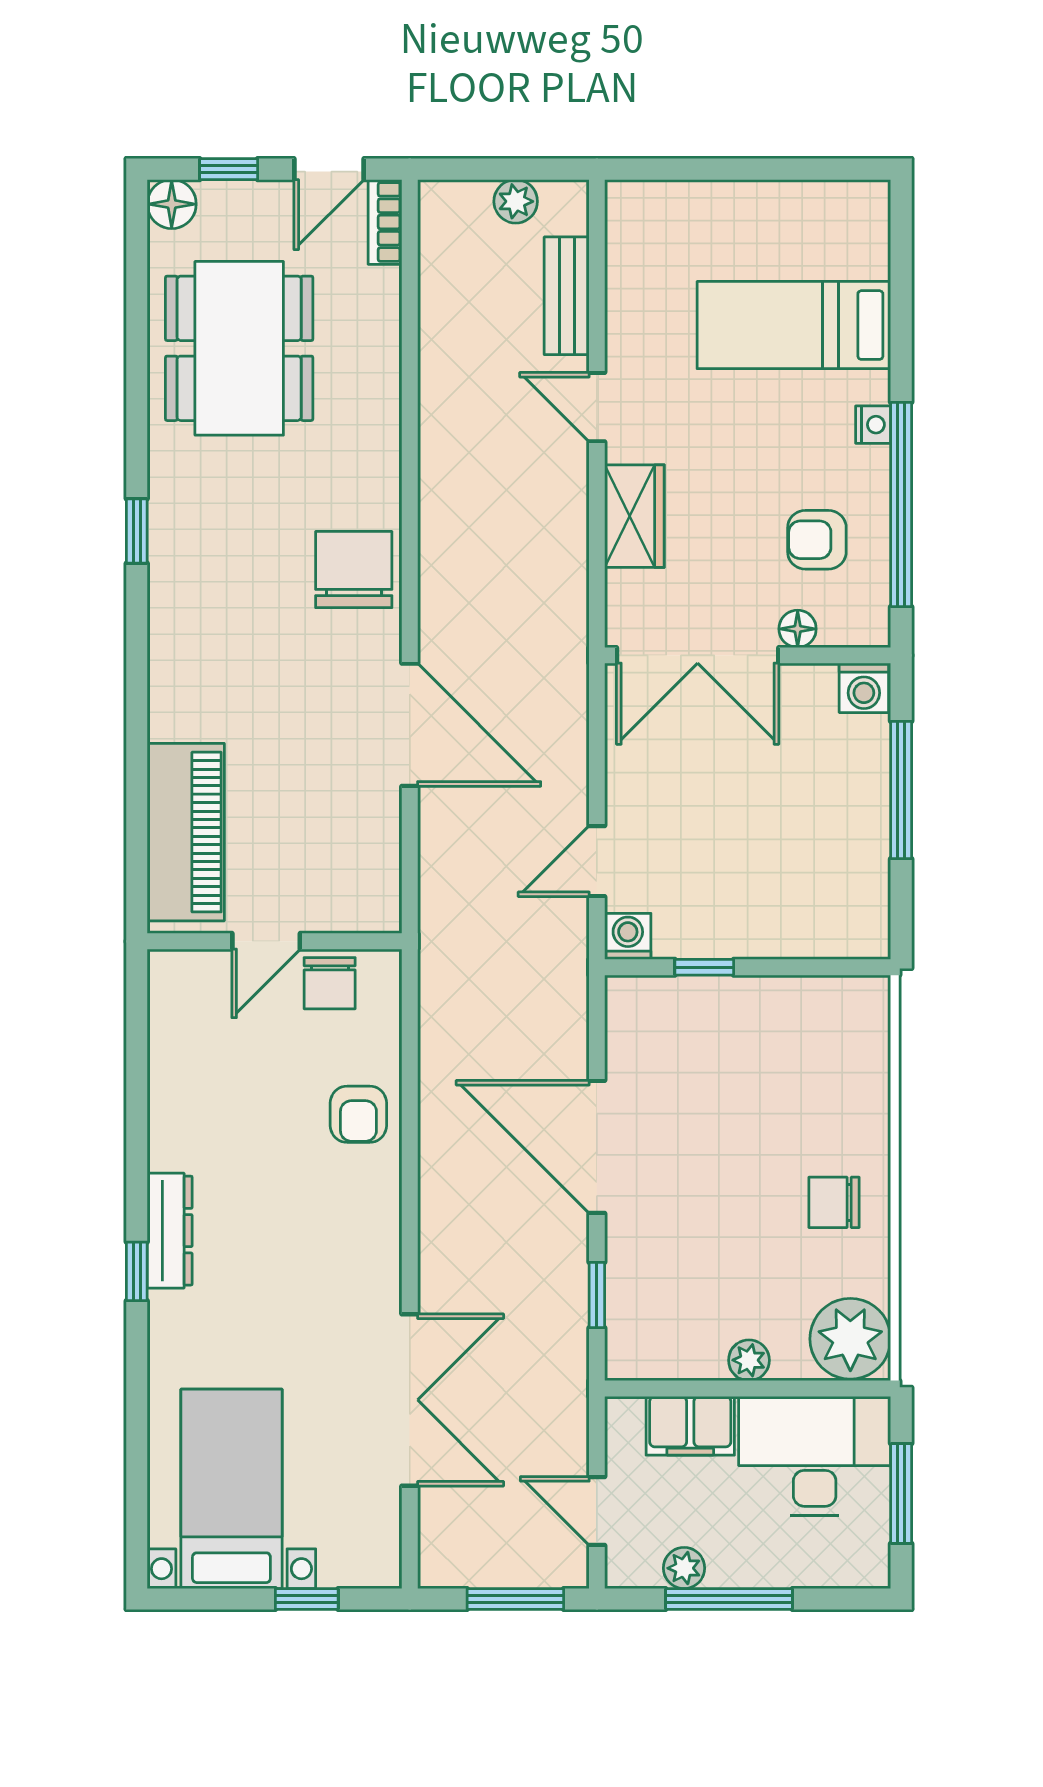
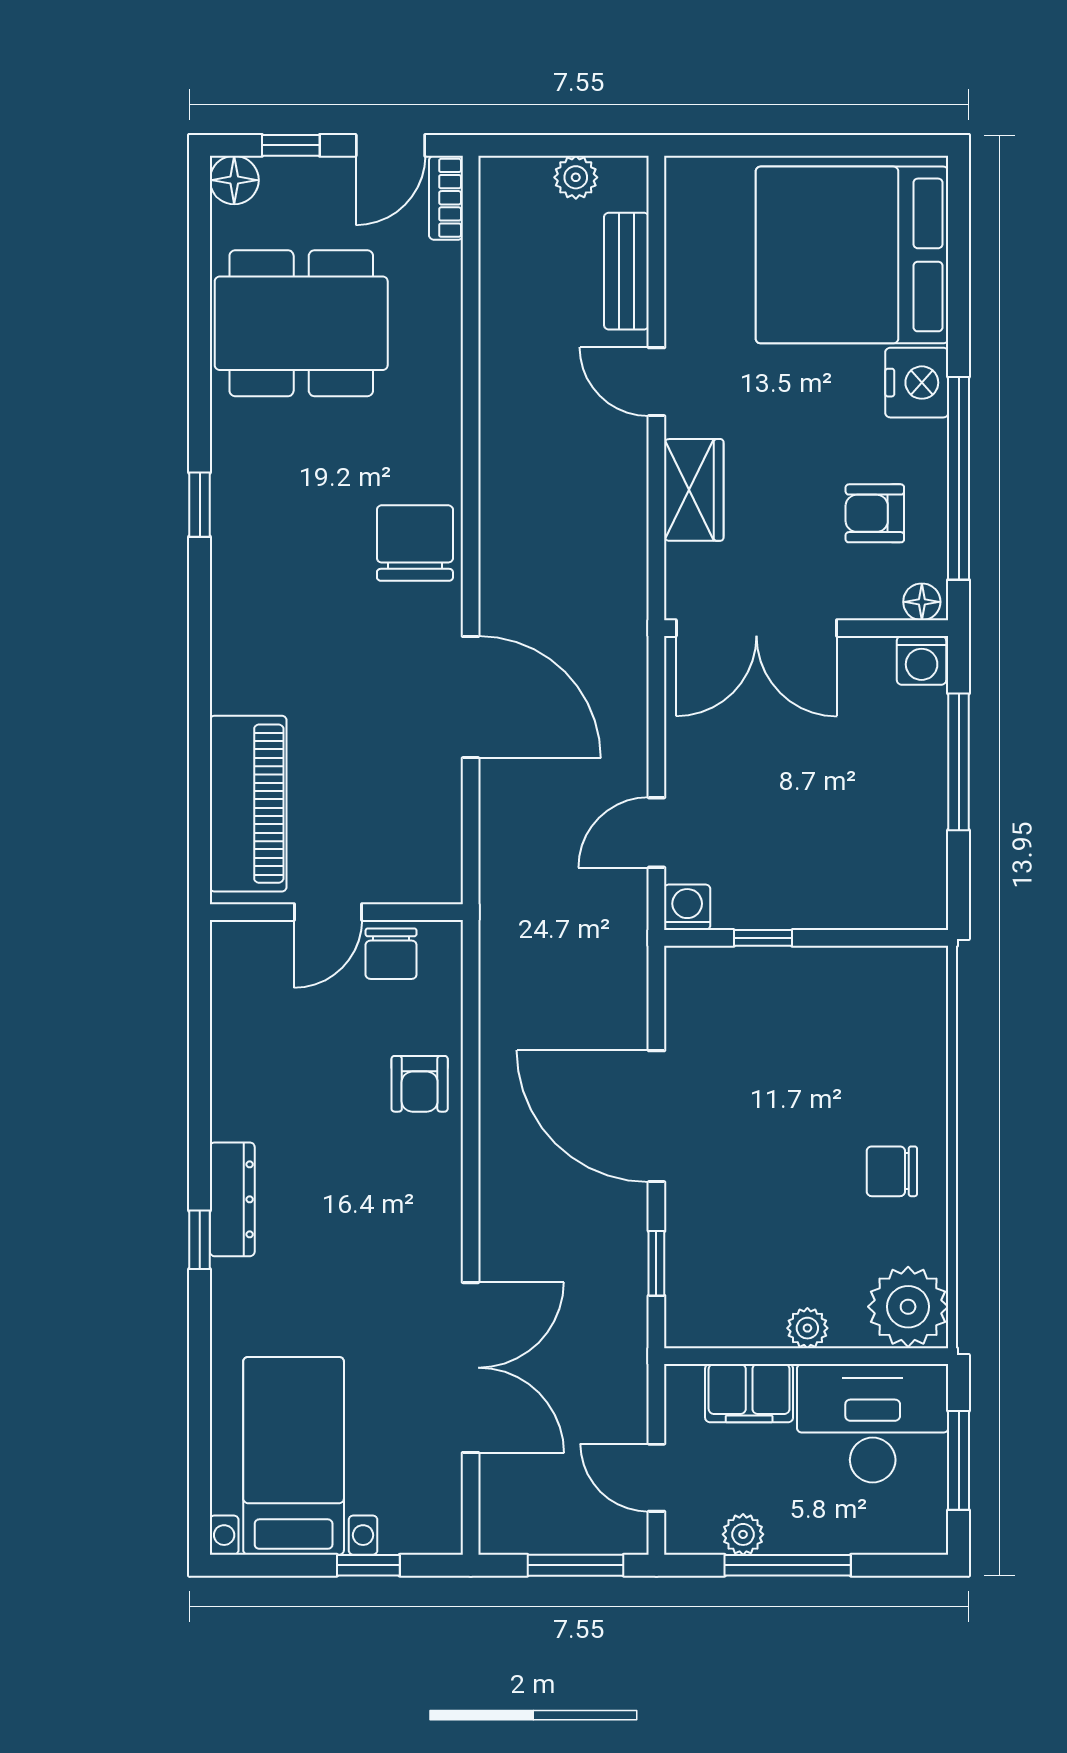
bed: (794, 325) -> (852, 255), width x2.04
dining table: (239, 348) -> (301, 323), turned 90
nightstand: (873, 425) -> (917, 383), width x1.89, depth x1.79
floor lamp: (798, 629) -> (922, 602), moved

